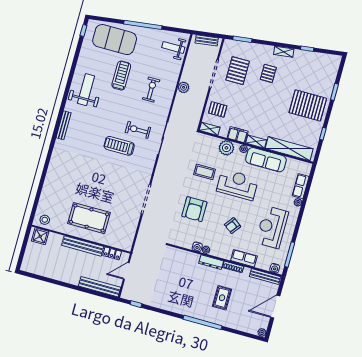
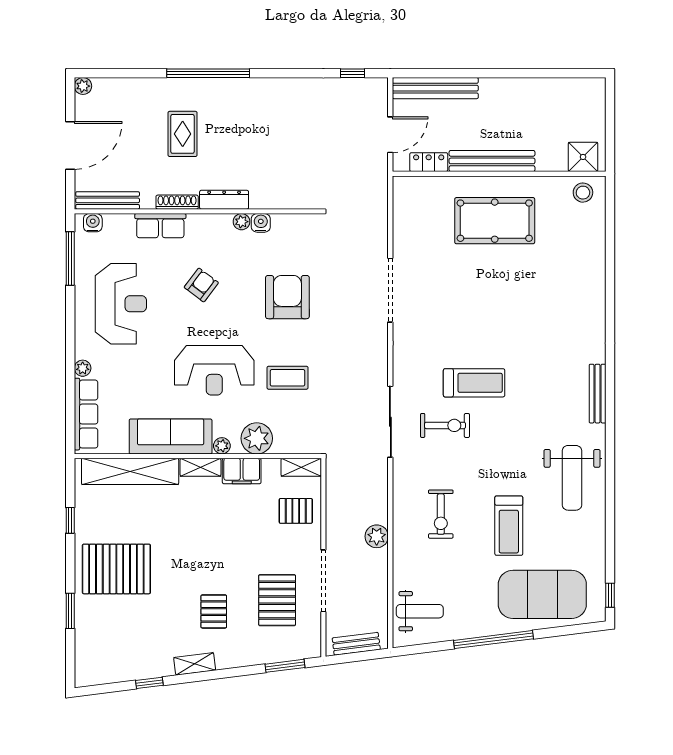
row of seats: (301, 186) -> (86, 414), width x1.48

